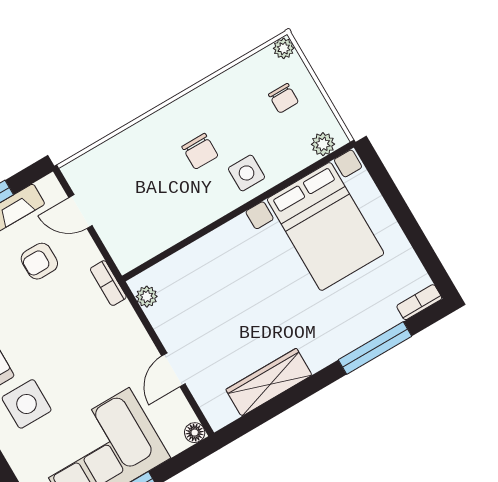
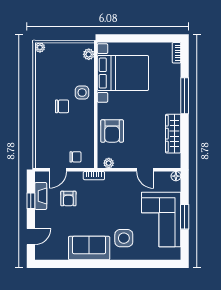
chair: (283, 98) -> (75, 157), moved
armchair: (209, 269) -> (112, 131), added
window: (375, 348) -> (185, 96), moved

